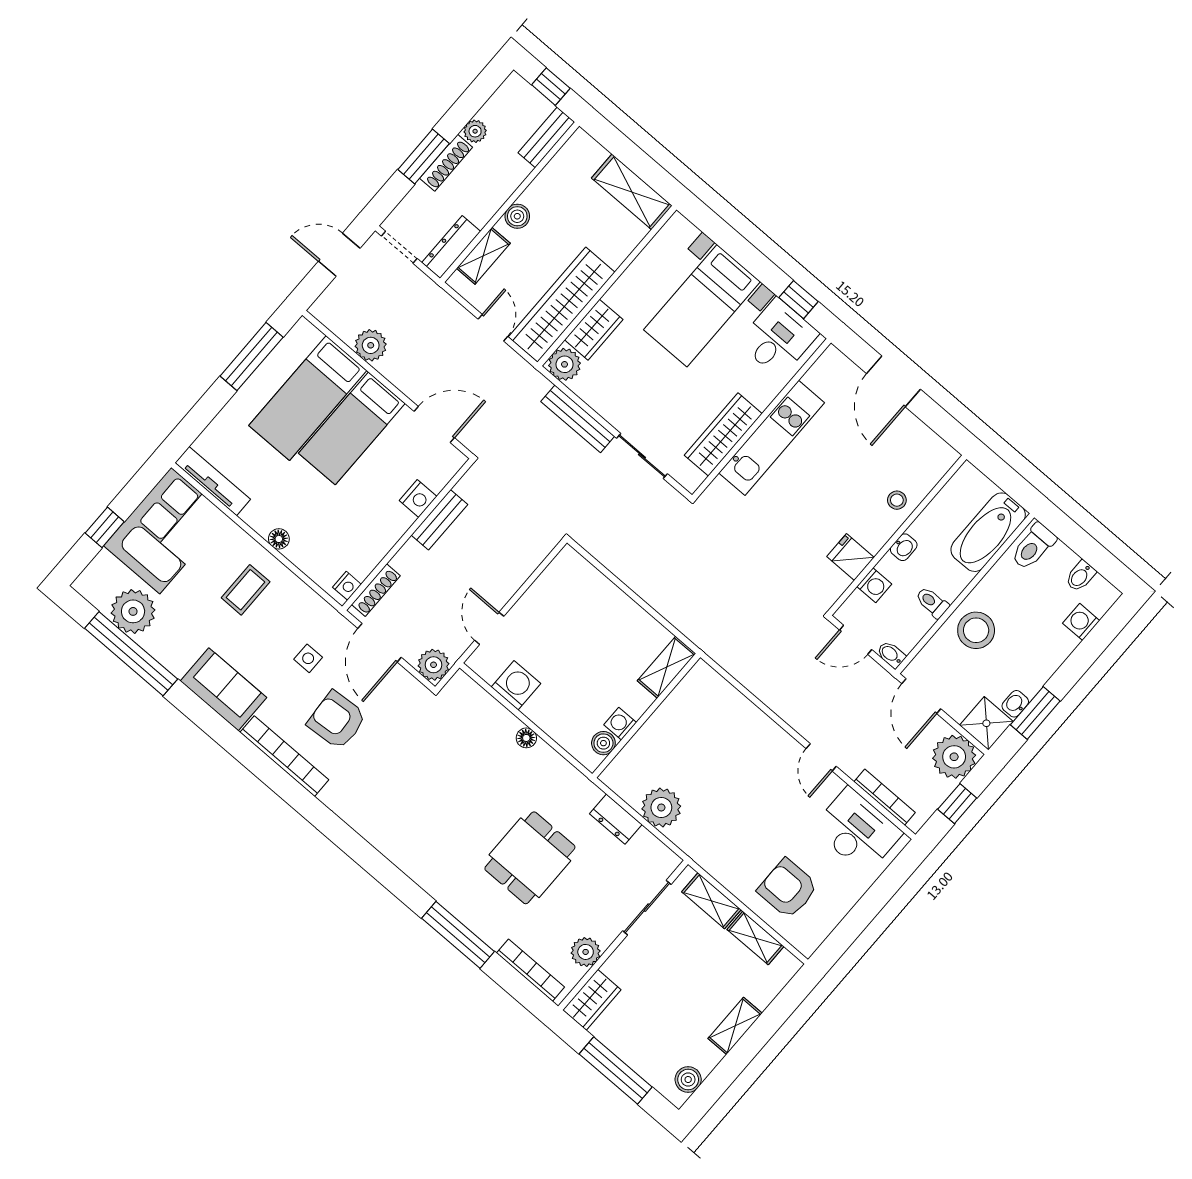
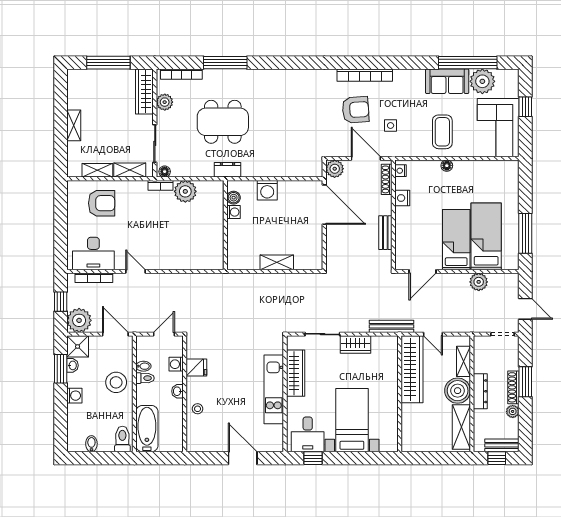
bench: (546, 137) -> (502, 445), moved, turned 90
shelving: (632, 192) -> (461, 427), moved, turned 90
boiler: (517, 216) -> (458, 391), width x1.86, depth x1.86
dresser: (451, 247) -> (480, 391), moved
door: (339, 255) -> (525, 309), hinge flipped
wardrobe: (594, 330) -> (355, 345), moved, turned -90
plant: (565, 364) -> (389, 345), removed
bench: (578, 419) -> (392, 326), moved
tv unit: (213, 481) -> (496, 166), removed
nightstand: (418, 499) -> (402, 198), moved
coffee table: (246, 590) -> (442, 132), width x1.36, depth x1.30
washing machine: (1081, 622) -> (74, 396), moved
door: (489, 628) -> (324, 205), width x1.87
bidet: (891, 655) -> (143, 366), moved
shelving: (667, 667) -> (277, 262), moved, turned 90
washing machine: (516, 685) -> (267, 190), moved
sofa: (224, 689) -> (447, 81), moved
floor lamp: (526, 738) -> (165, 172), moved
dresser: (616, 819) -> (227, 170), moved
bookcase: (688, 844) -> (160, 185), added
dining table: (530, 858) -> (223, 122), width x1.37
wardrobe: (592, 1000) -> (144, 92), width x1.50
boiler: (688, 1080) -> (74, 85), removed

